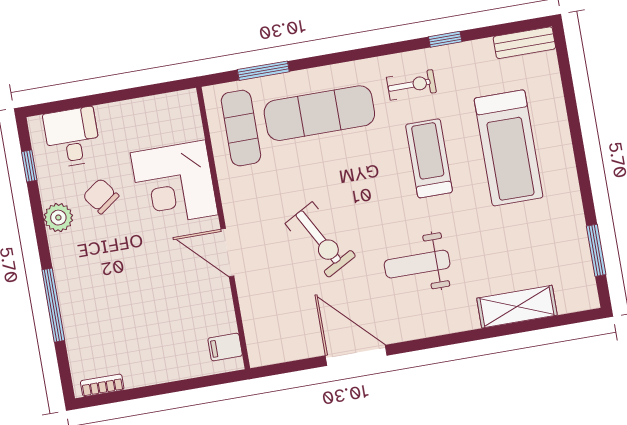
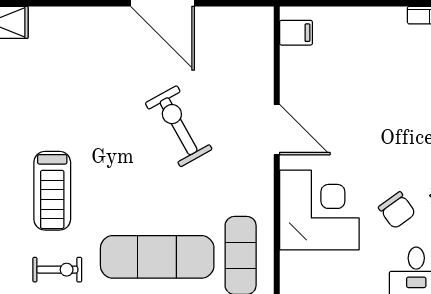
exercise bike: (411, 85) -> (57, 270), turned 180
weight bench: (417, 264) -> (83, 84), removed

